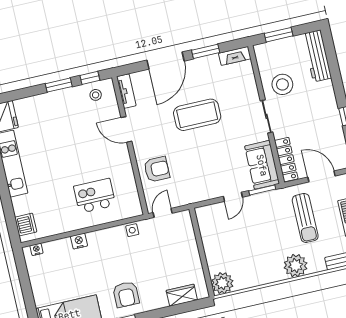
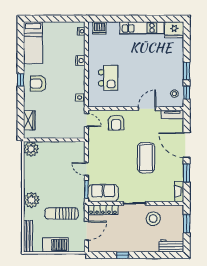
workbench: (317, 56) -> (171, 246), width x0.73

